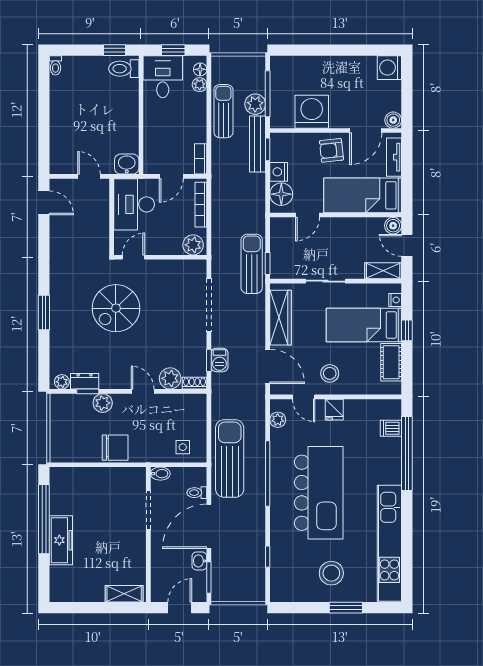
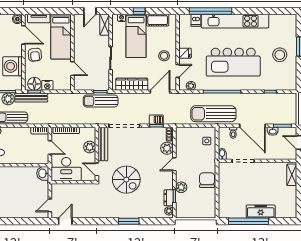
door: (89, 176) -> (50, 205), moved
floor lamp: (281, 194) -> (34, 84), moved
boiler: (393, 226) -> (78, 19), removed
plant: (193, 245) -> (90, 147), moved
bench: (177, 268) -> (103, 144), added
kitchen island: (319, 493) -> (233, 62), turned 180
kitchen unit: (389, 543) -> (235, 21), moved

